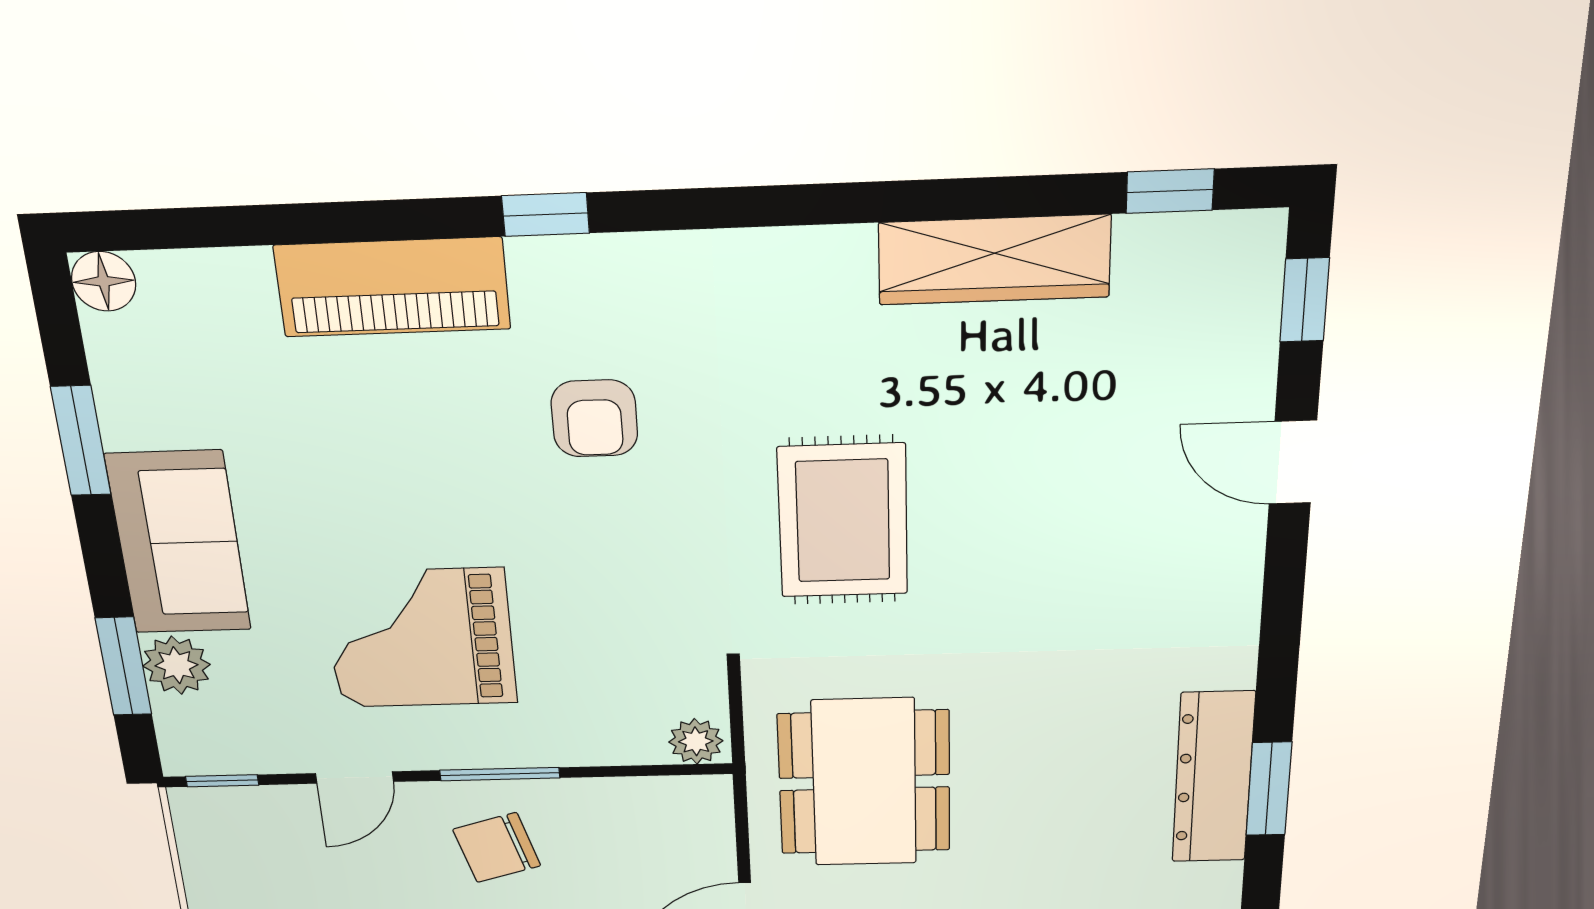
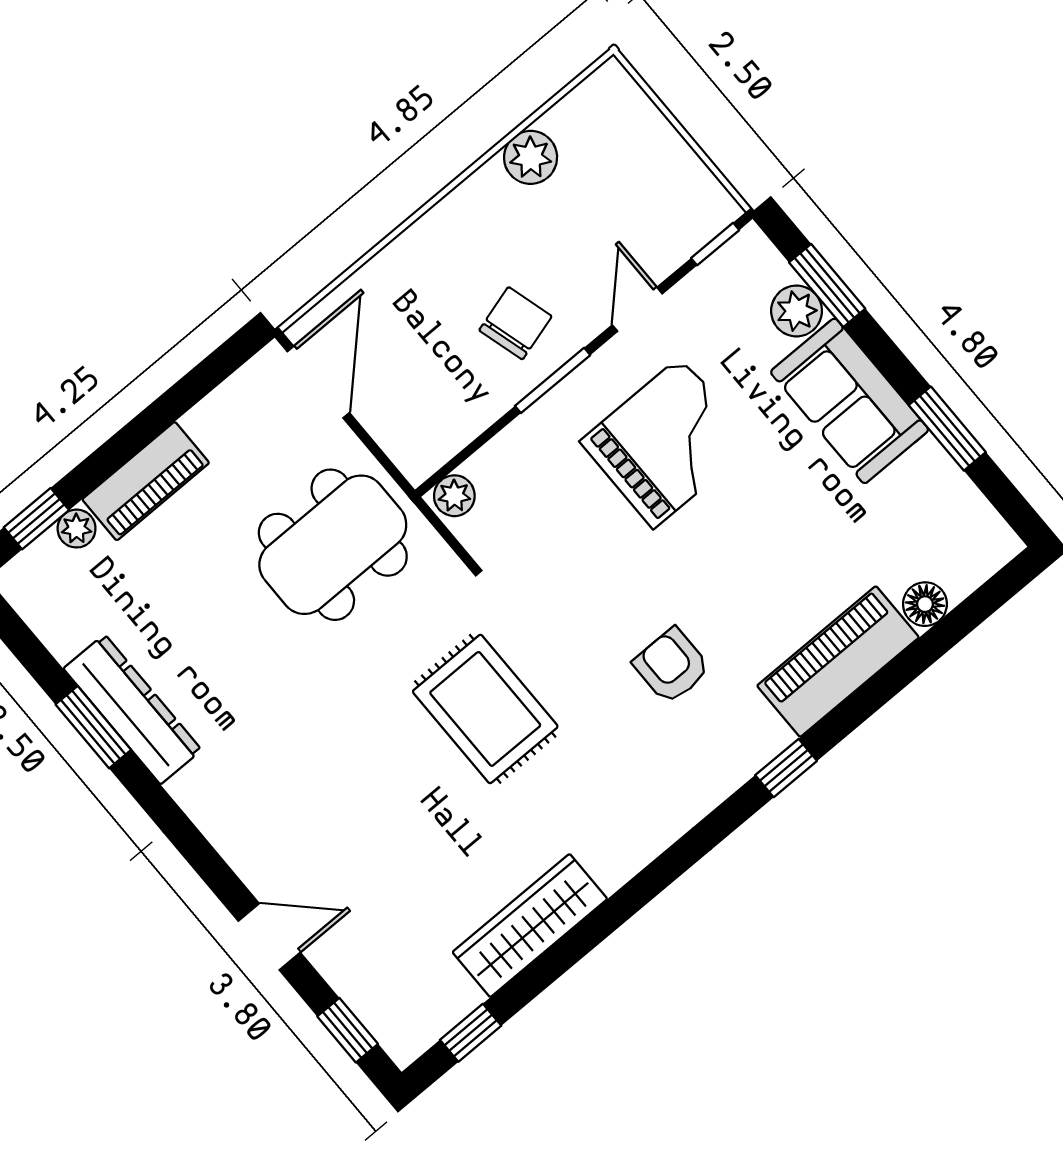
floor lamp: (104, 281) -> (925, 604), moved
dining table: (864, 783) -> (333, 545), turned 90

